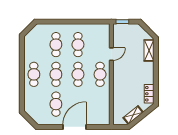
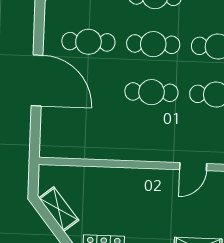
door: (111, 54) -> (193, 167), hinge flipped
cafe table: (100, 74) -> (150, 140), removed

